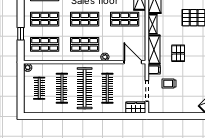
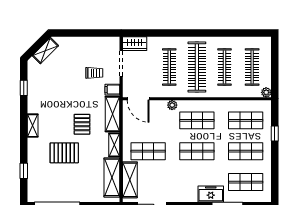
pallet: (178, 53) -> (82, 124), moved
clothes rail: (39, 88) -> (252, 67), width x1.36

